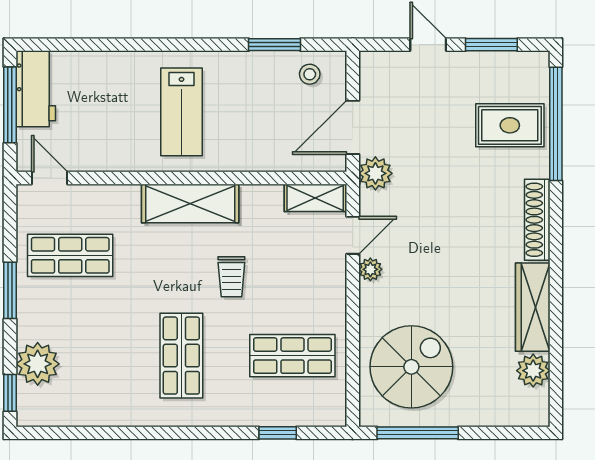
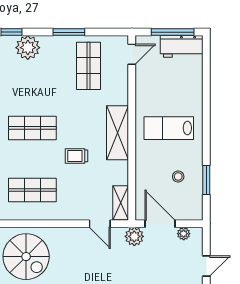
stool: (310, 74) -> (178, 176), moved
plant: (370, 269) -> (184, 234), moved
shop shelf: (292, 356) -> (32, 190), turned 90

